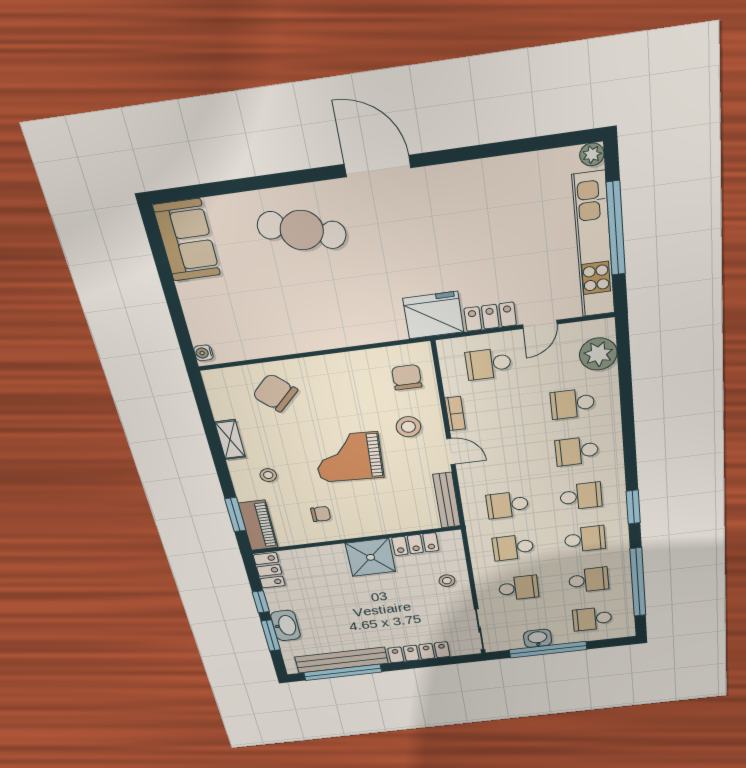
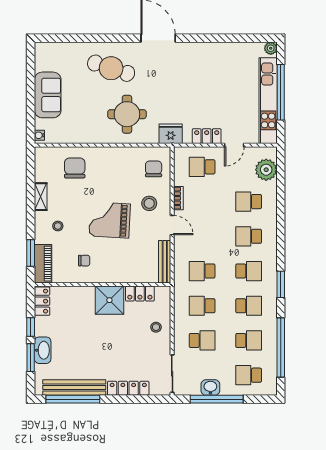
sofa: (187, 240) -> (48, 95), moved
round table: (346, 301) -> (127, 114), added
fridge: (433, 315) -> (171, 134), width x0.73, depth x0.75
chair: (275, 393) -> (75, 168), turned 46

